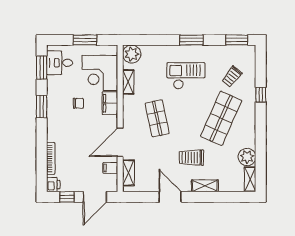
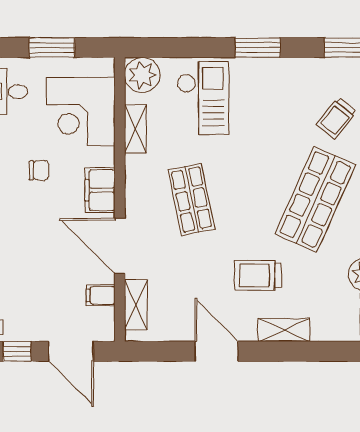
checkout: (186, 76) -> (203, 98), moved, turned 90
filing cabinet: (110, 103) -> (100, 190), moved
door: (120, 142) -> (120, 246), hinge flipped
door: (95, 197) -> (71, 351), hinge flipped

